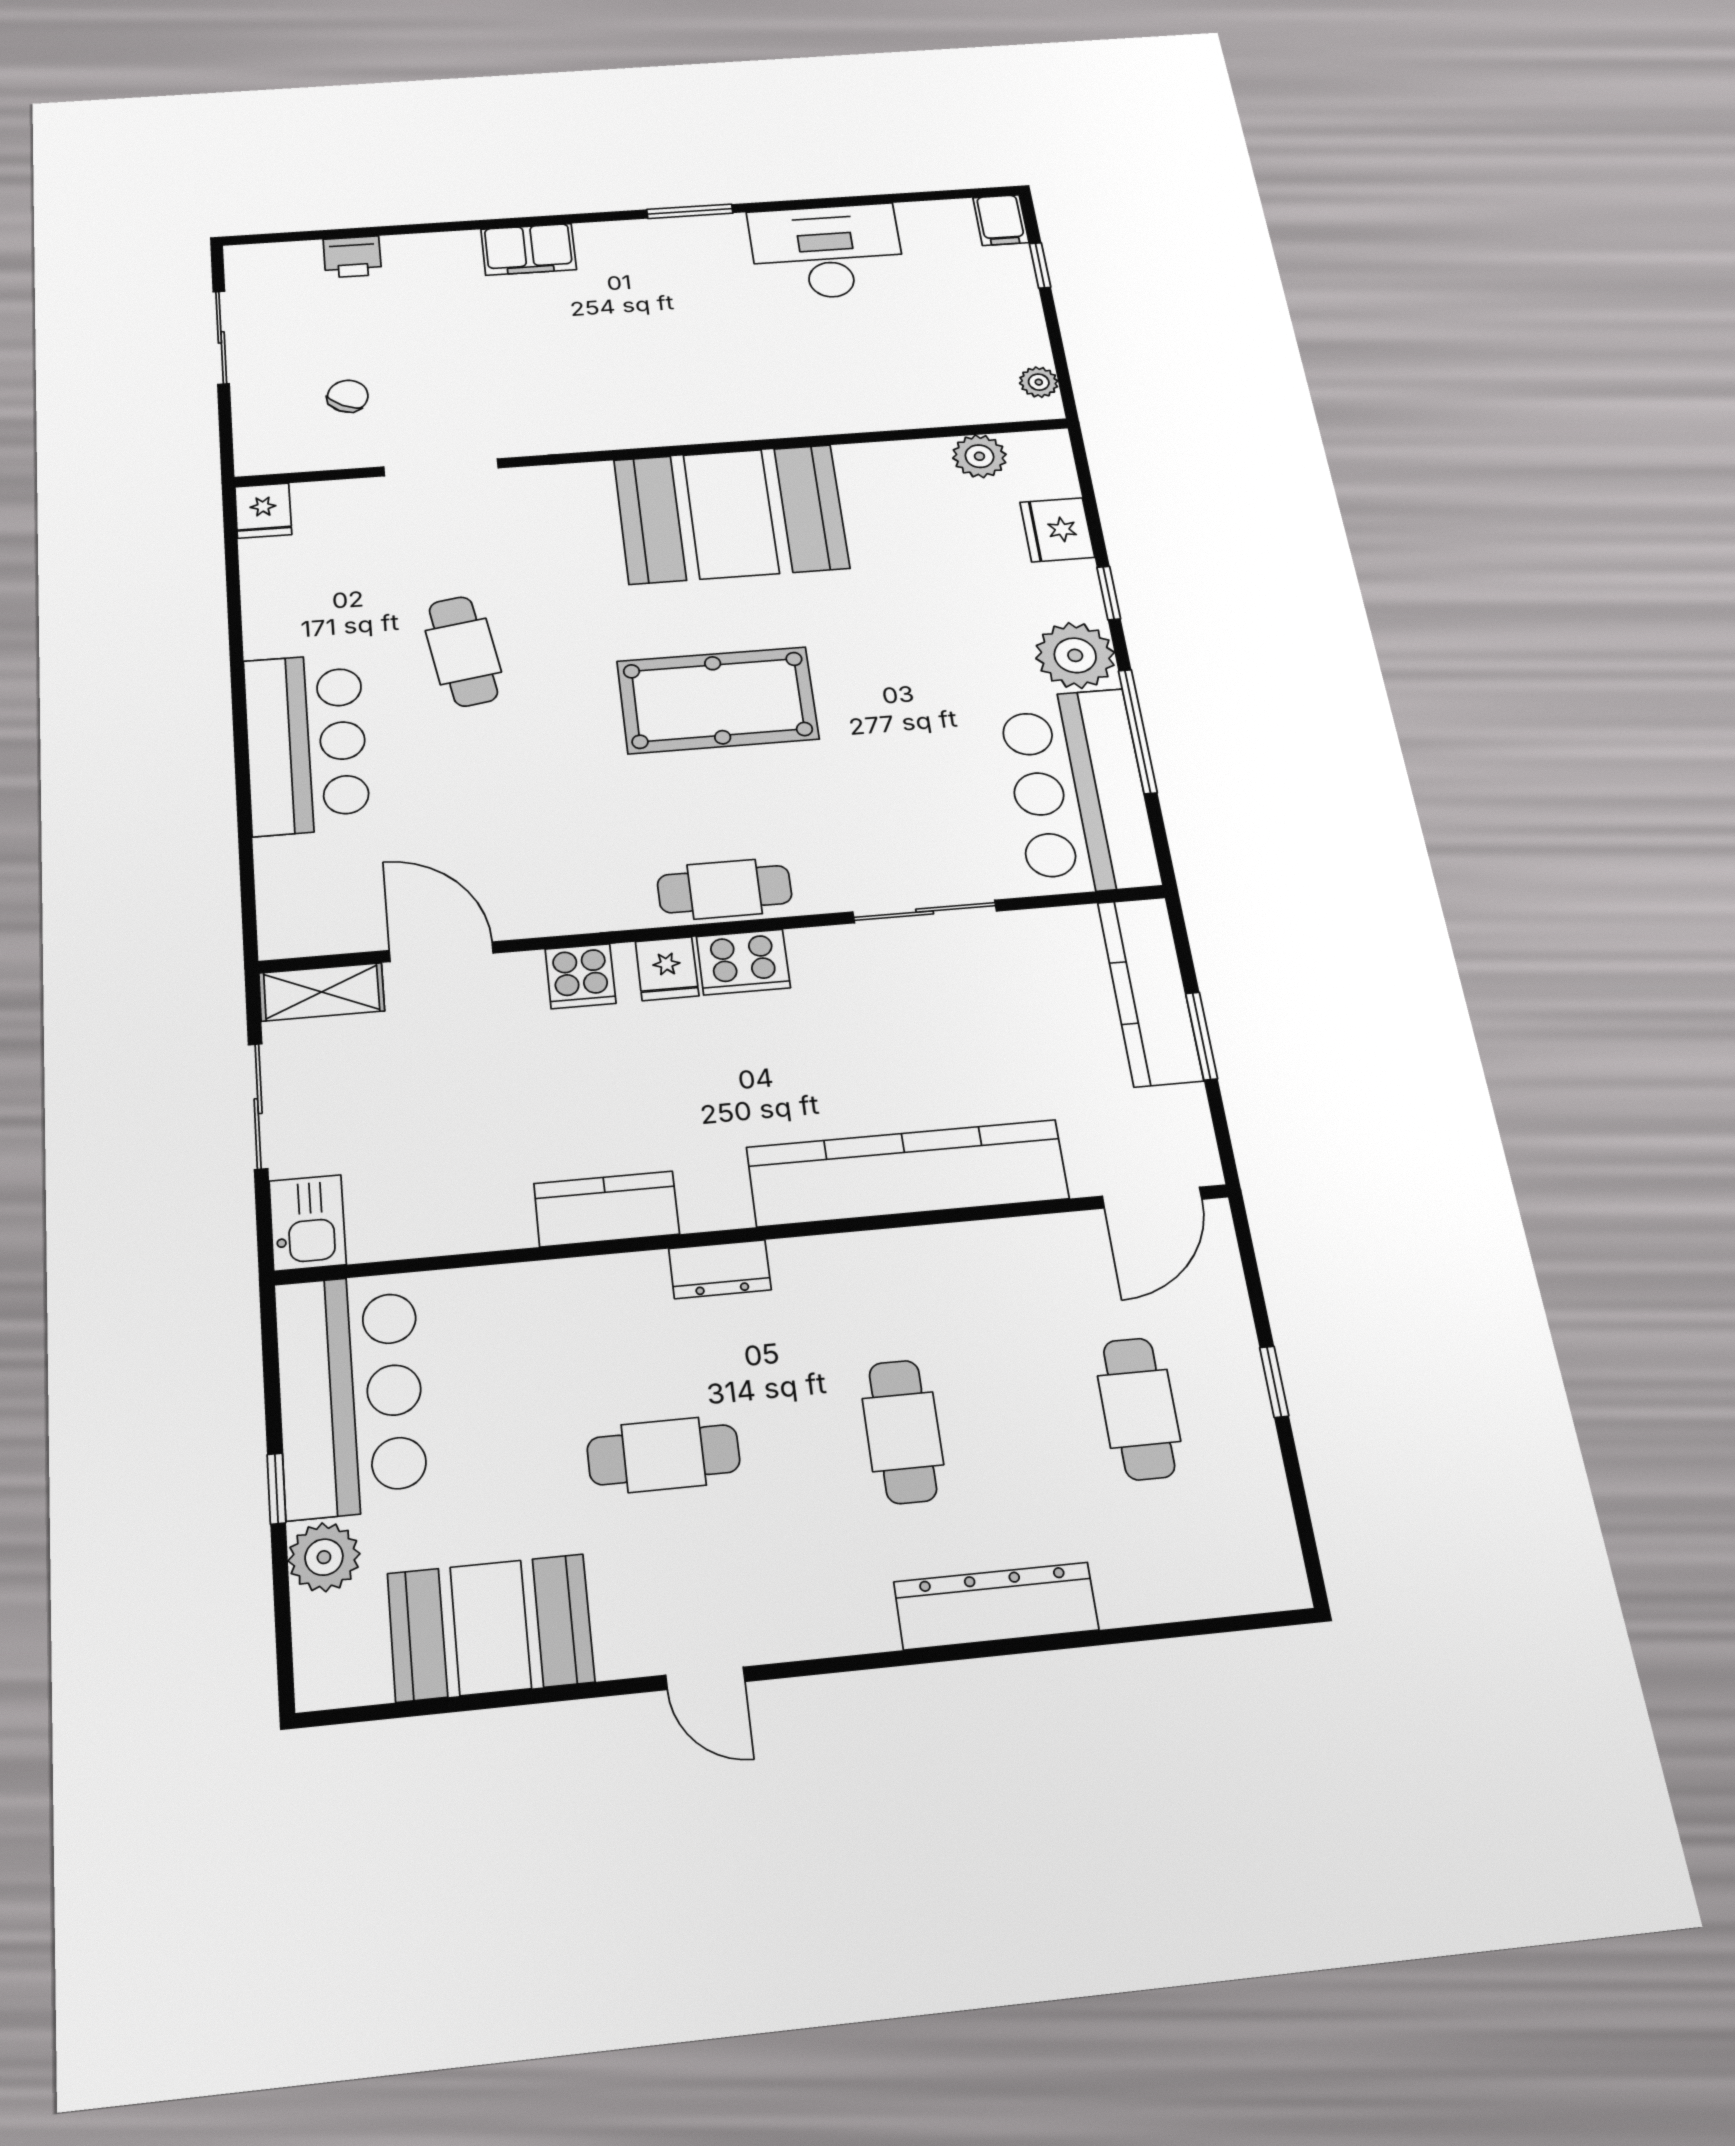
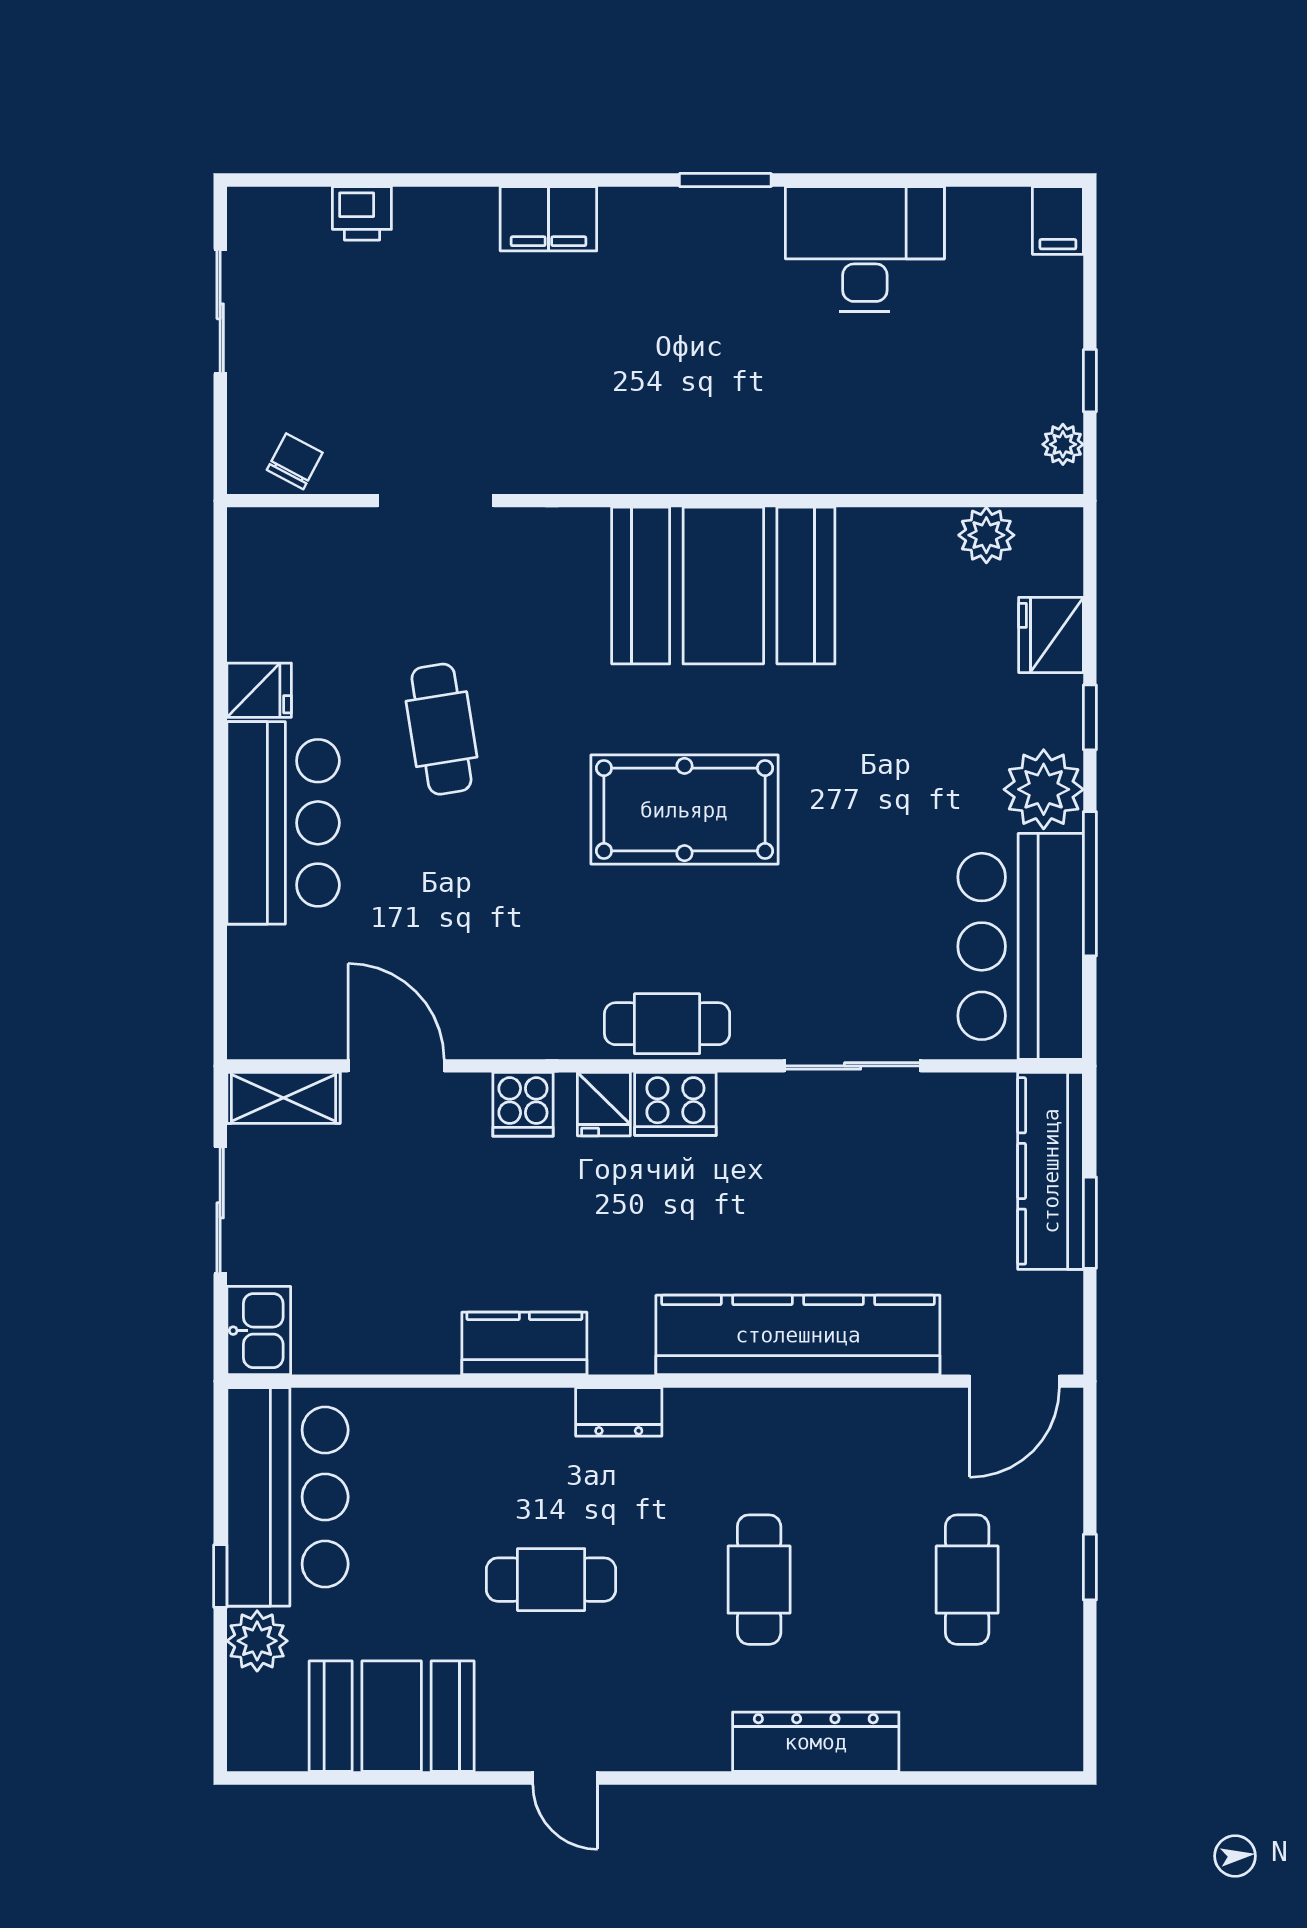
window: (1040, 265) -> (1090, 381), moved
chair: (348, 396) -> (295, 461), moved
fridge: (263, 511) -> (259, 690), moved, turned -90

